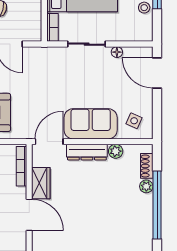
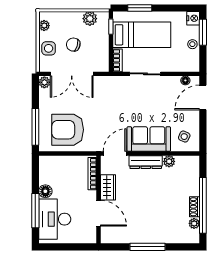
floor lamp: (117, 52) -> (185, 80), moved
door: (157, 73) -> (203, 97), hinge flipped
shoe rack: (147, 166) -> (195, 207), moved
plant: (146, 186) -> (194, 223), moved

